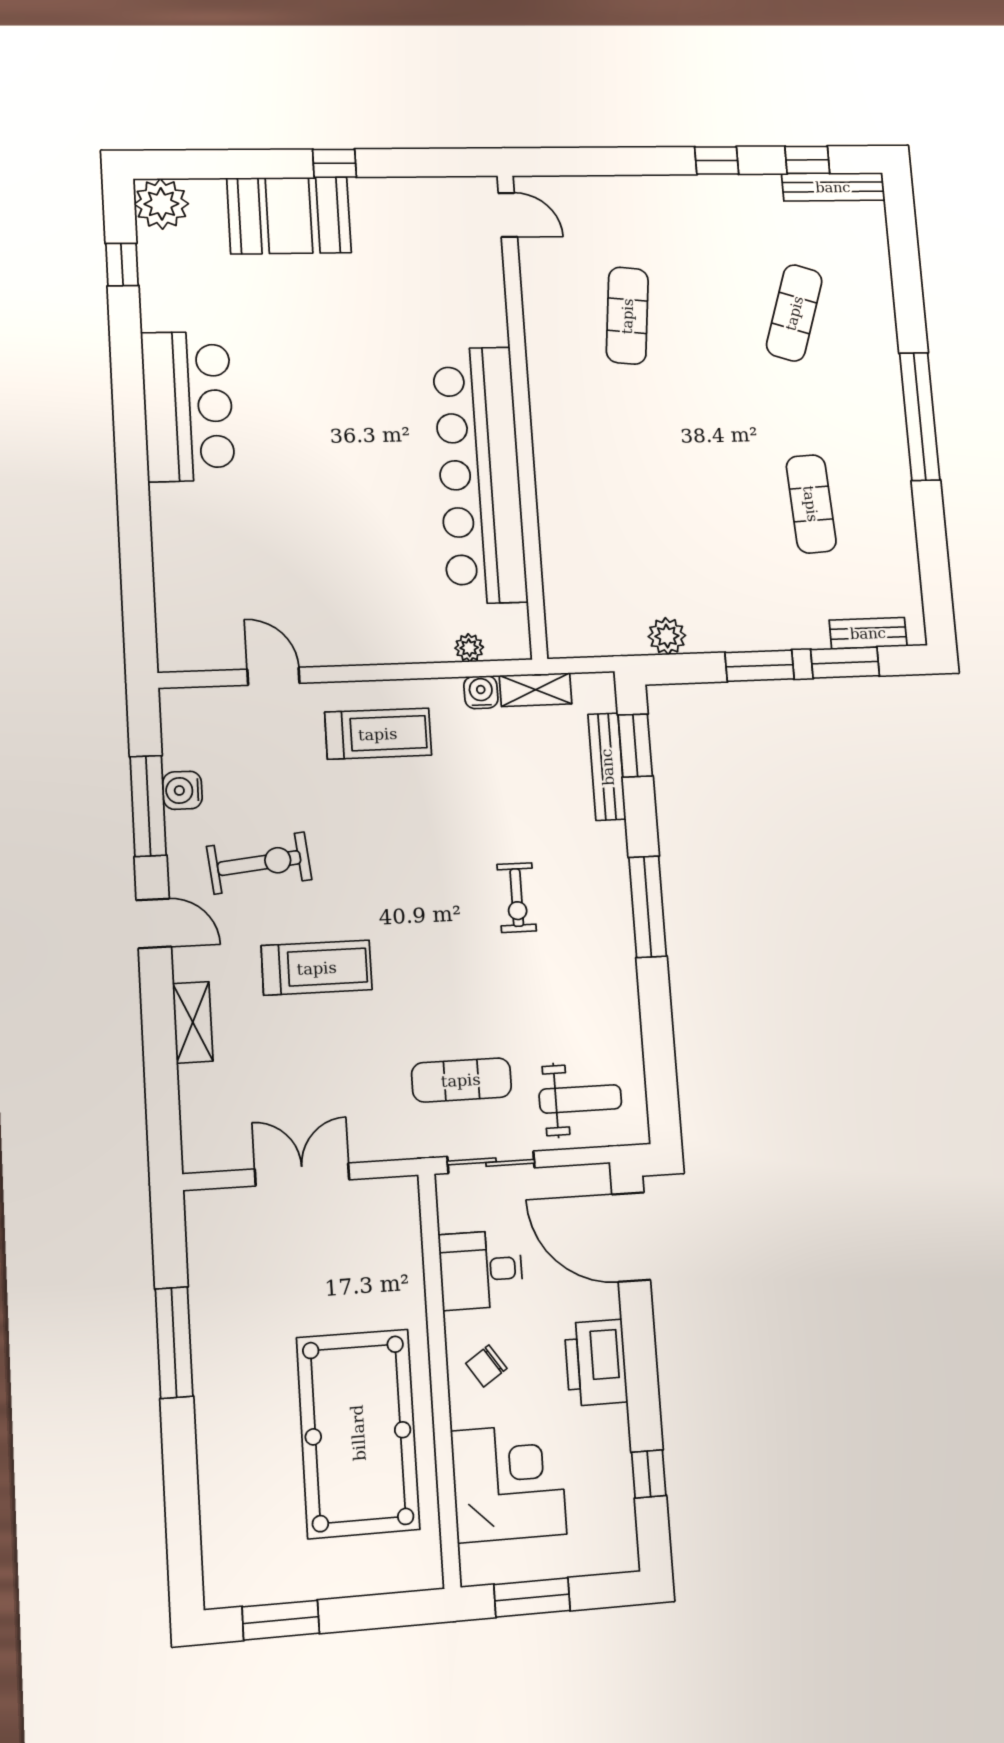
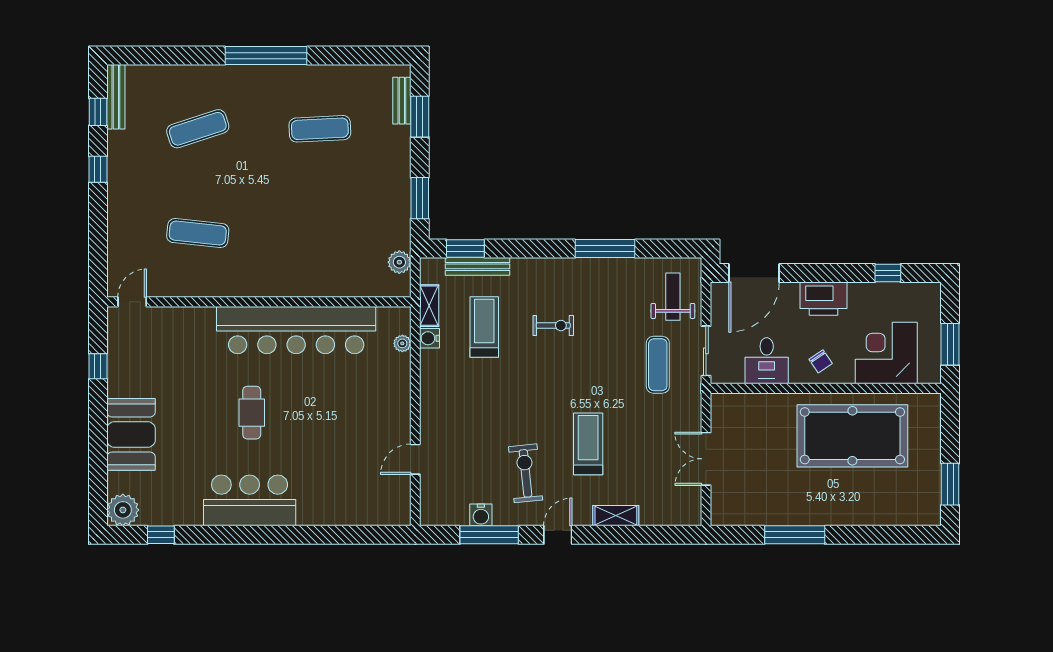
window: (334, 163) -> (98, 366), moved
exercise mat: (794, 313) -> (198, 129), turned -36
cafe table: (337, 407) -> (252, 413), added
plant: (667, 636) -> (399, 262), moved
window: (760, 666) -> (420, 198), moved
treadmill: (378, 734) -> (484, 327), moved
window: (648, 907) -> (605, 249), moved

